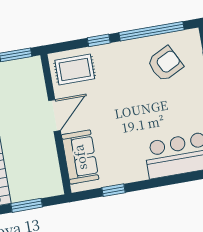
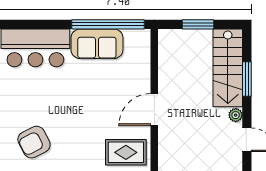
sofa: (80, 157) -> (97, 44), moved, turned -90
window: (114, 190) -> (108, 24), width x3.17

